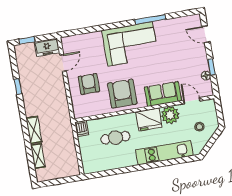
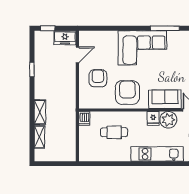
fridge: (149, 120) -> (153, 118), width x0.53, depth x0.75

